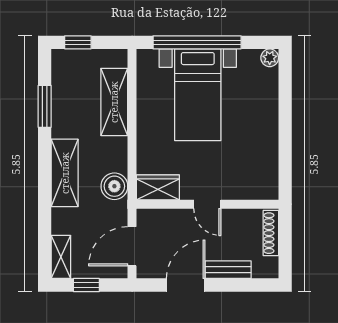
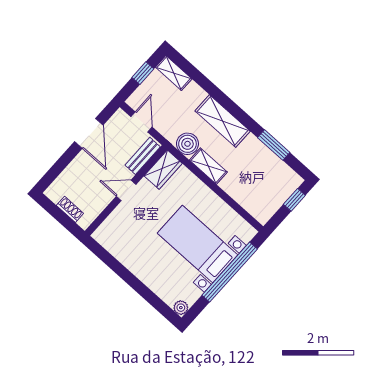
shelving: (114, 102) -> (208, 166), moved, width x0.67, depth x0.75
shoe rack: (271, 233) -> (70, 209), width x0.70
door: (132, 246) -> (142, 122), width x0.73
bench: (228, 270) -> (143, 156), moved

